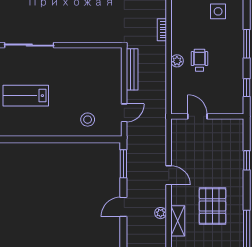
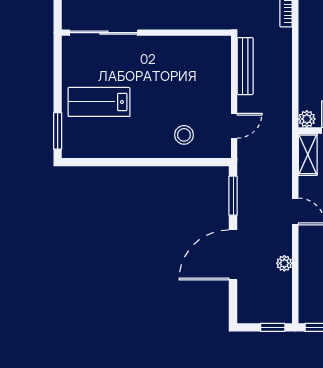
plant: (177, 61) -> (307, 119), moved
door: (123, 207) -> (233, 255), width x1.88
shelving: (178, 221) -> (308, 154), moved

